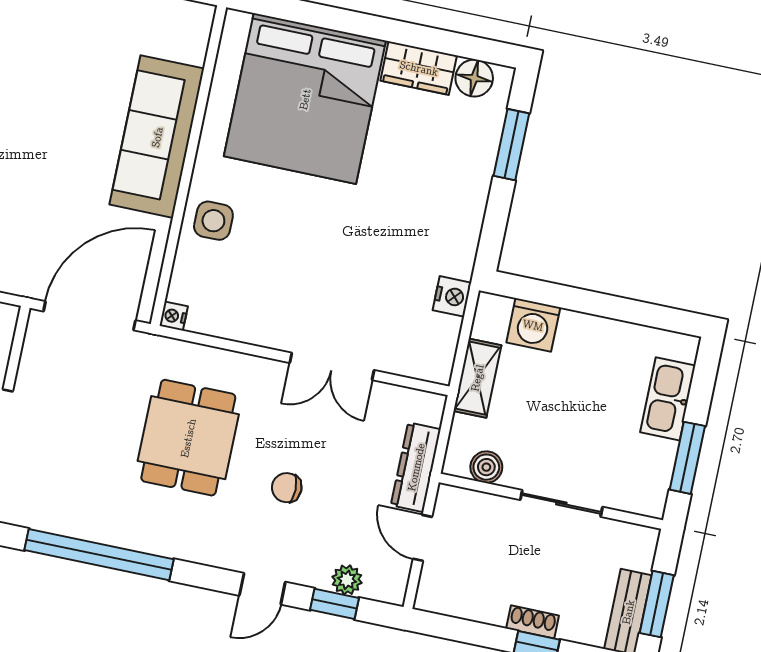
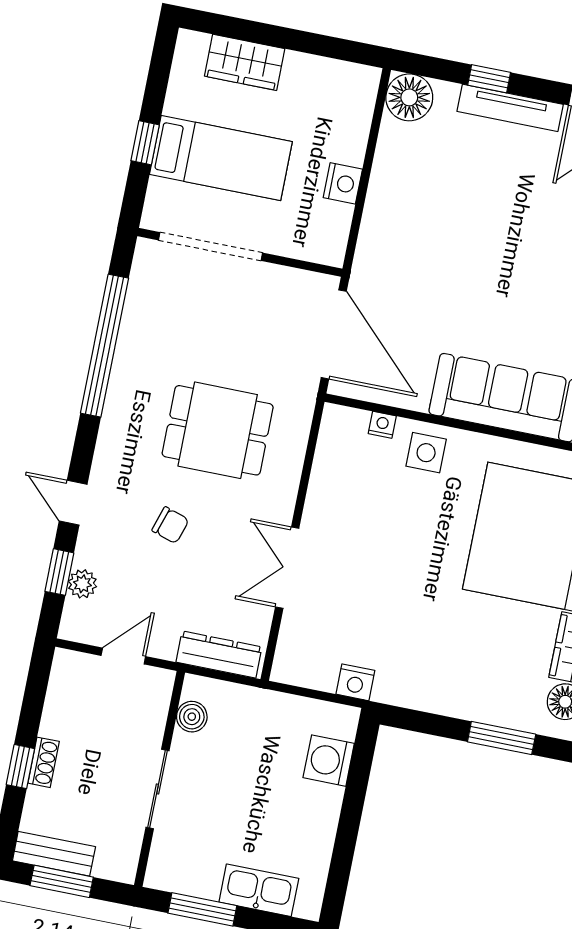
nightstand: (174, 316) -> (382, 425), moved
shelving: (477, 378) -> (277, 707), removed
dresser: (416, 467) -> (219, 655), moved
chair: (287, 488) -> (170, 525), turned 108

